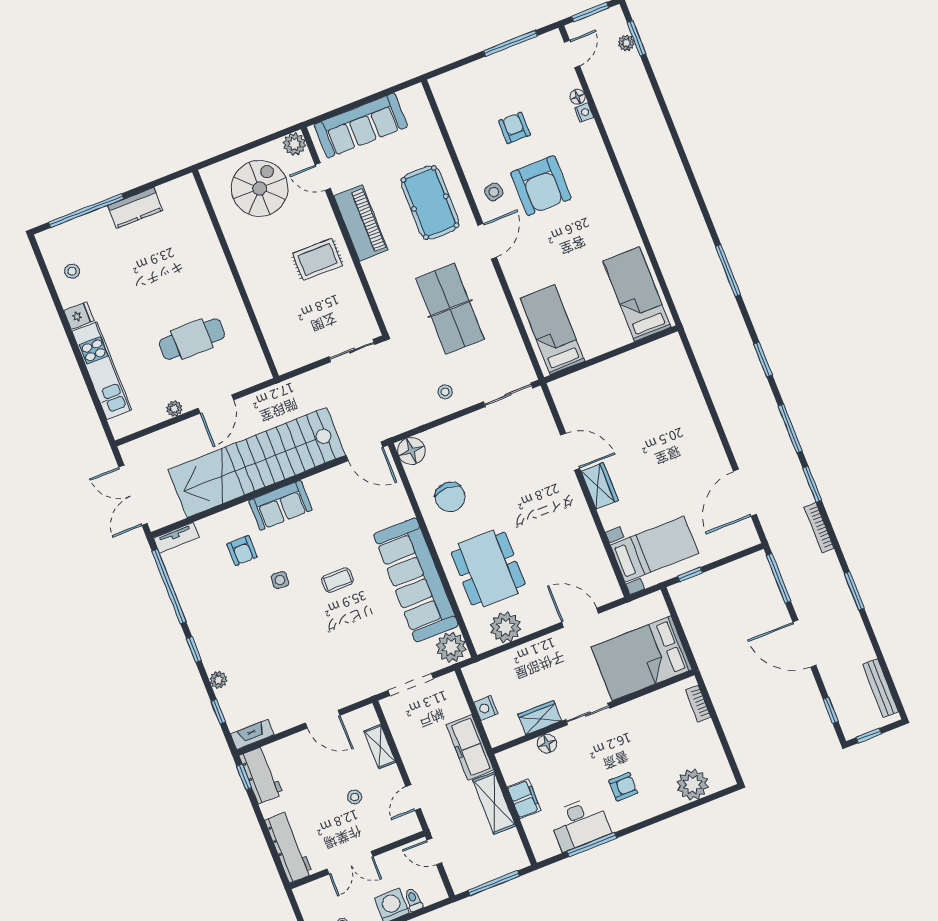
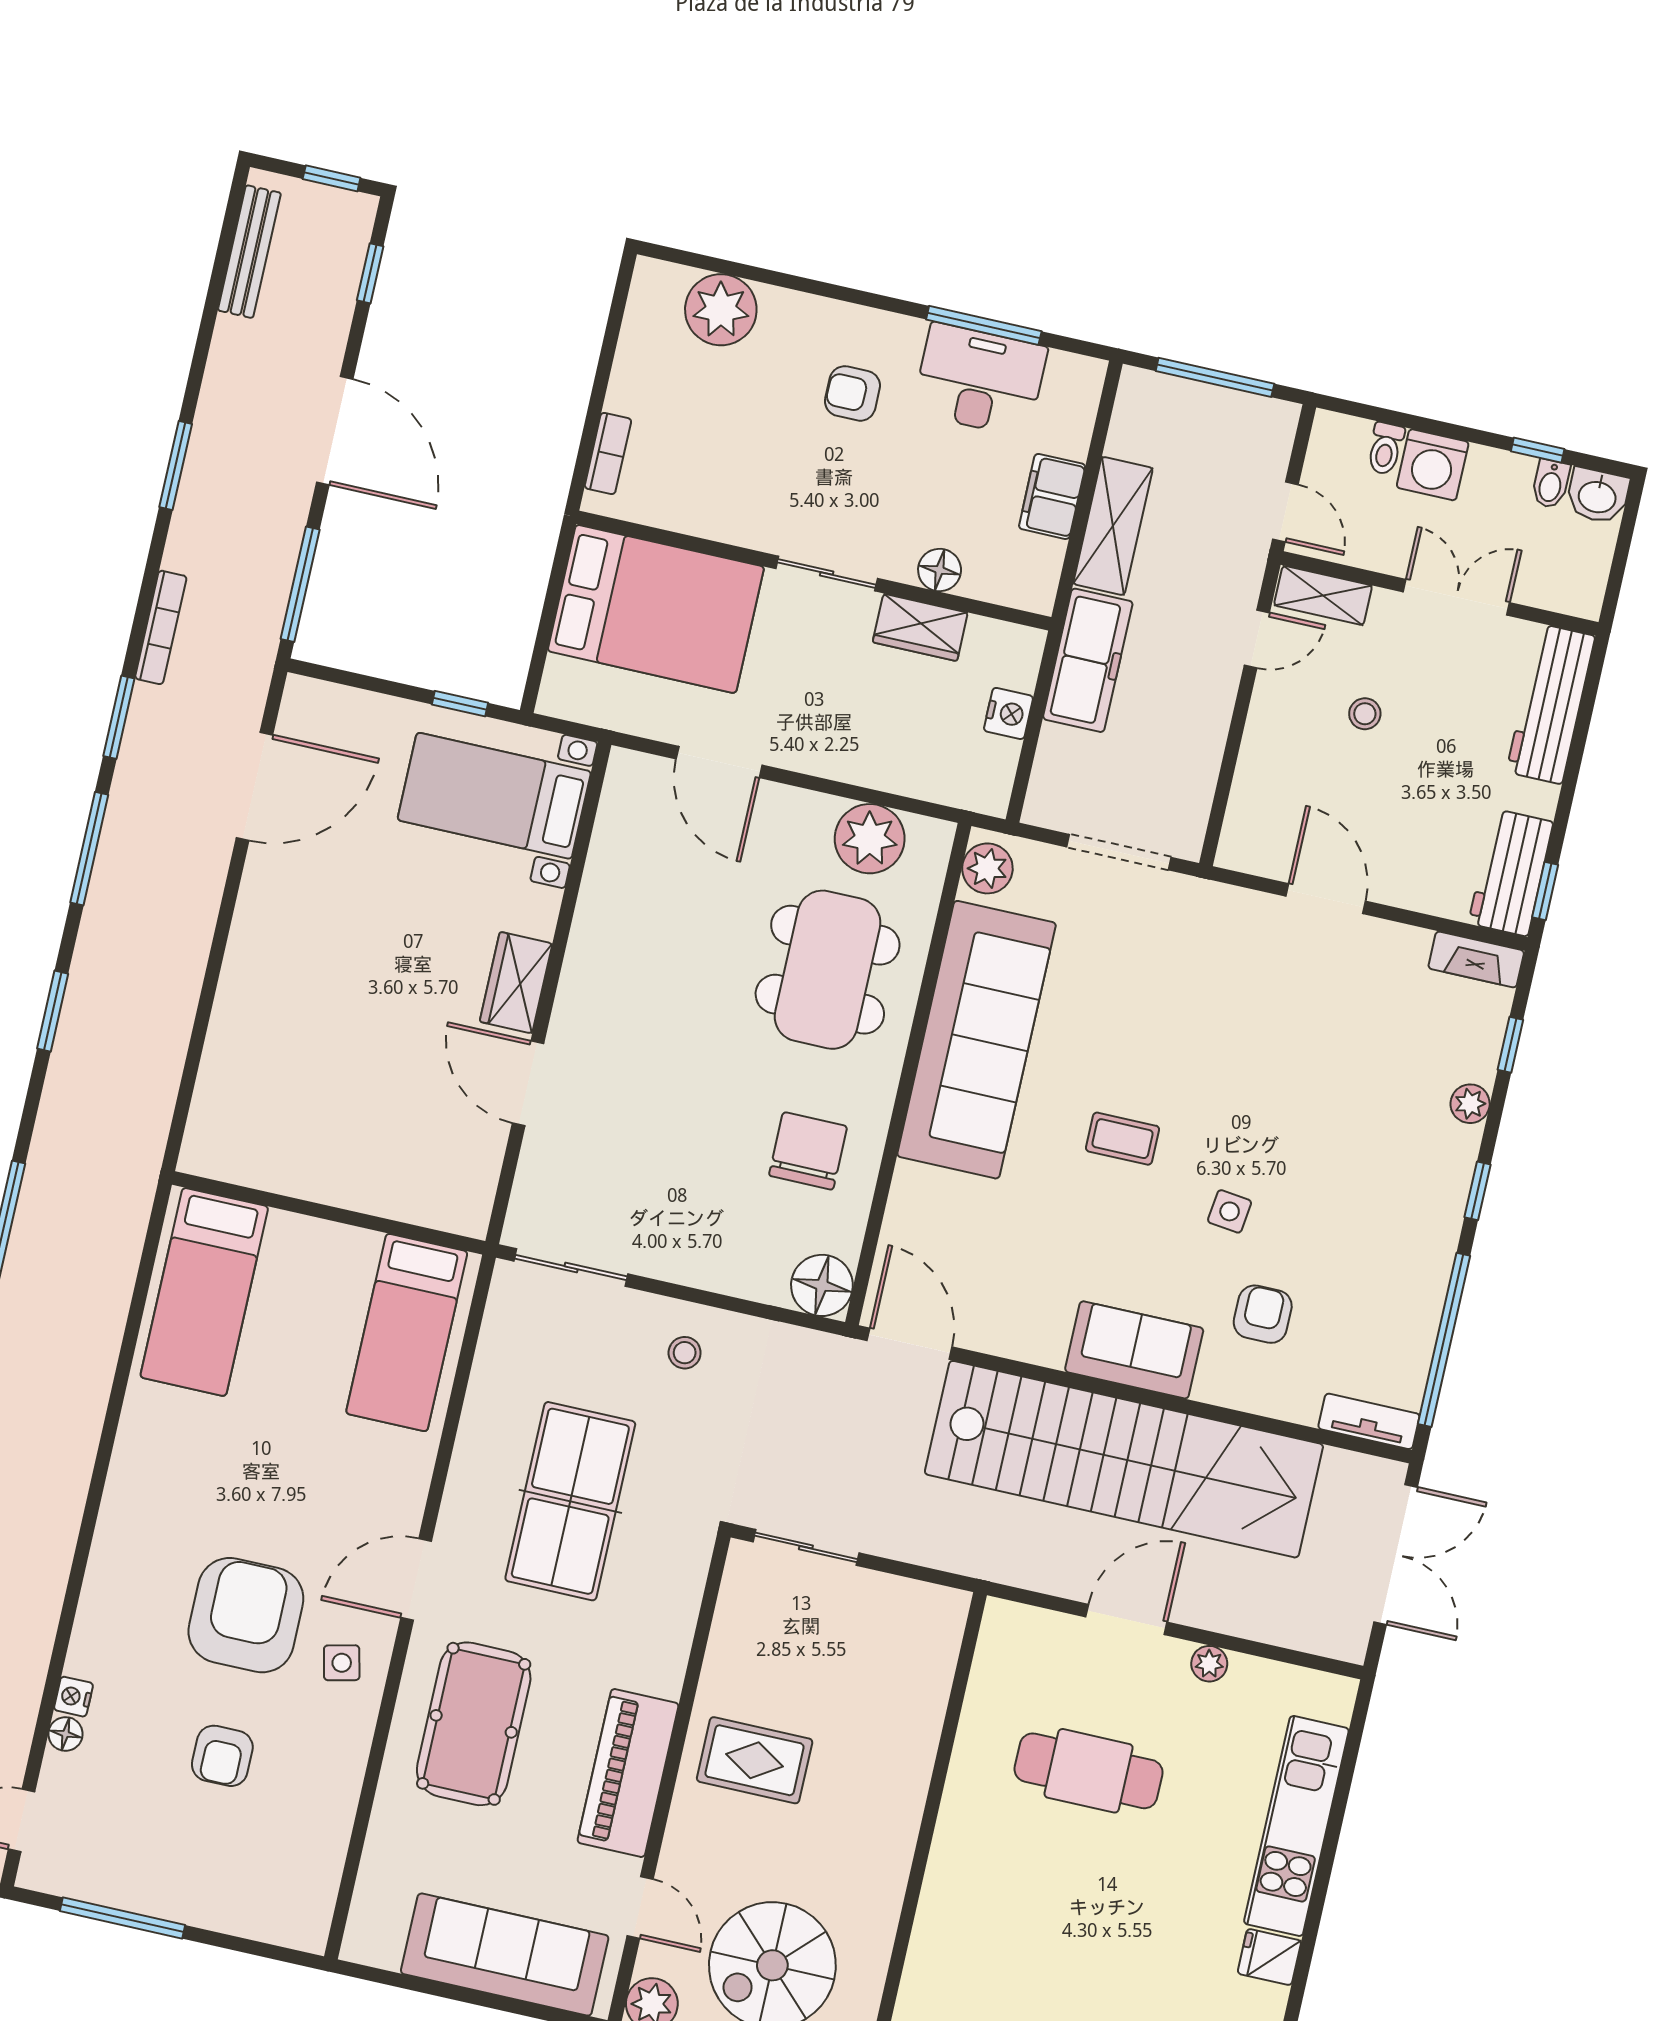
plant: (451, 647) -> (987, 868), width x0.73, depth x0.73
shelving: (380, 747) -> (1323, 595), moved, turned 90

